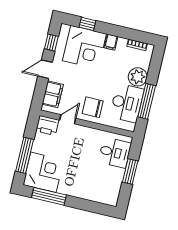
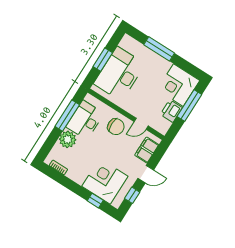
filing cabinet: (111, 42) -> (80, 178), removed
printer: (47, 125) -> (171, 111), moved, turned -90
desk: (115, 153) -> (119, 74), width x1.87, depth x1.30
window: (49, 196) -> (159, 49), moved

